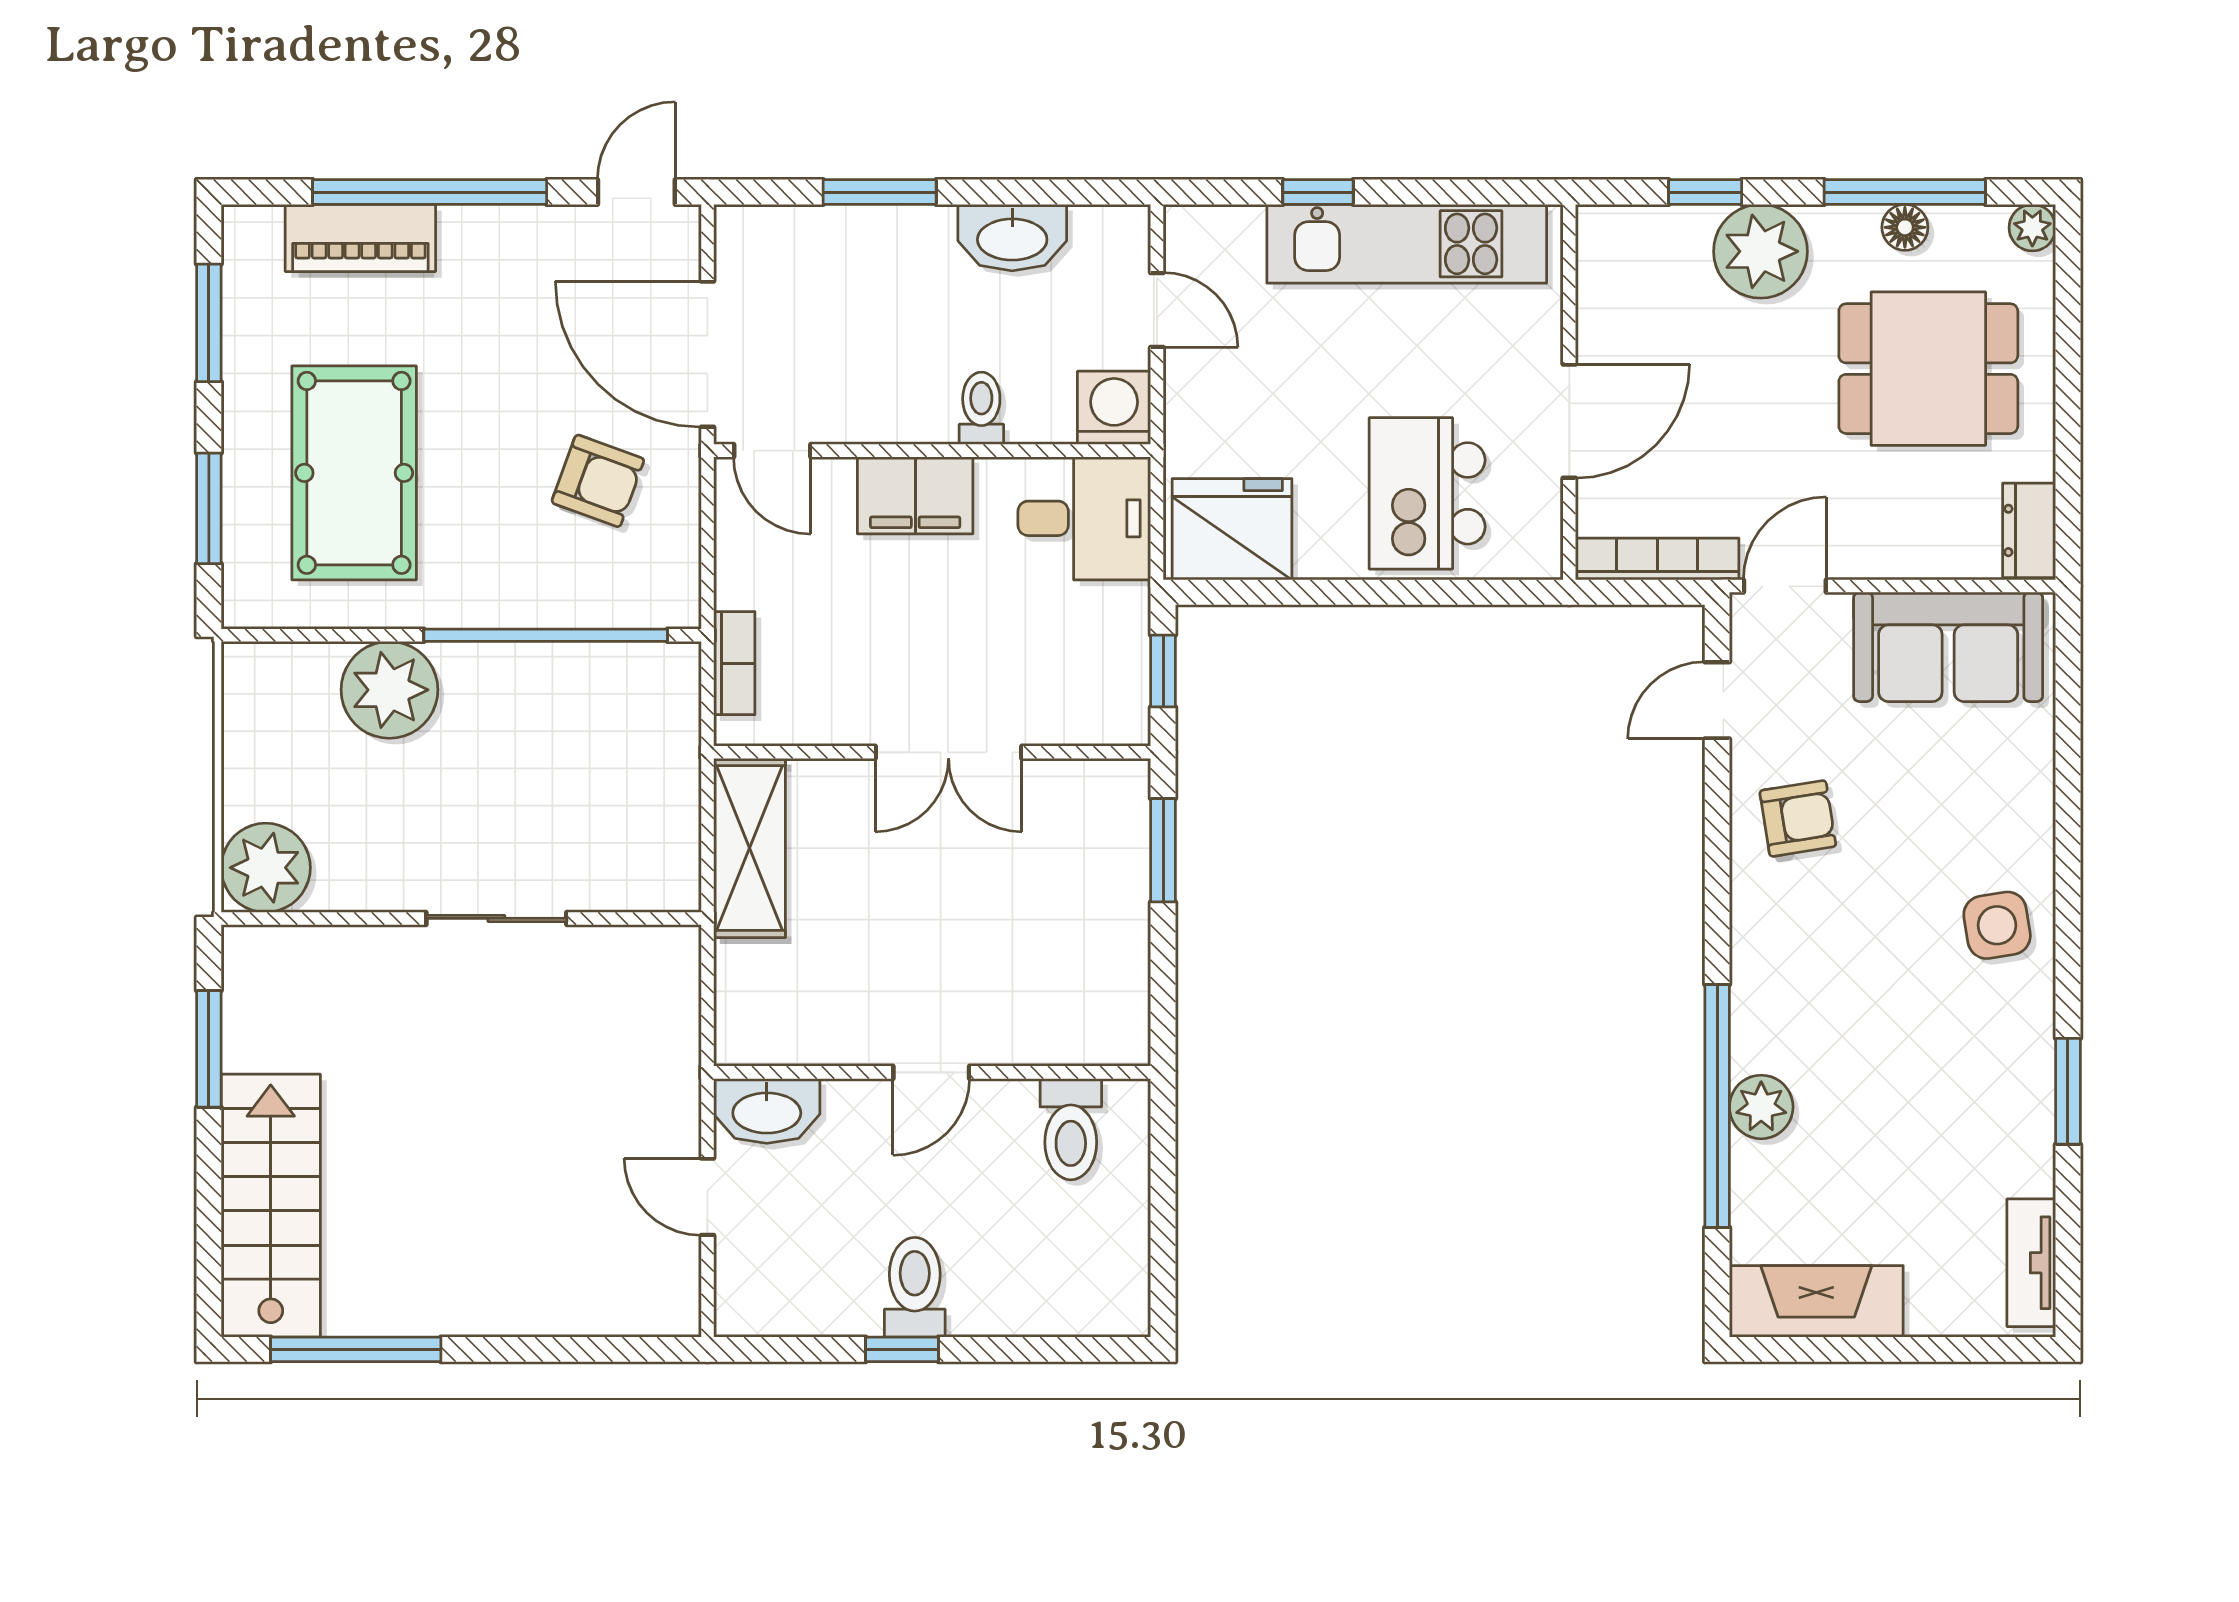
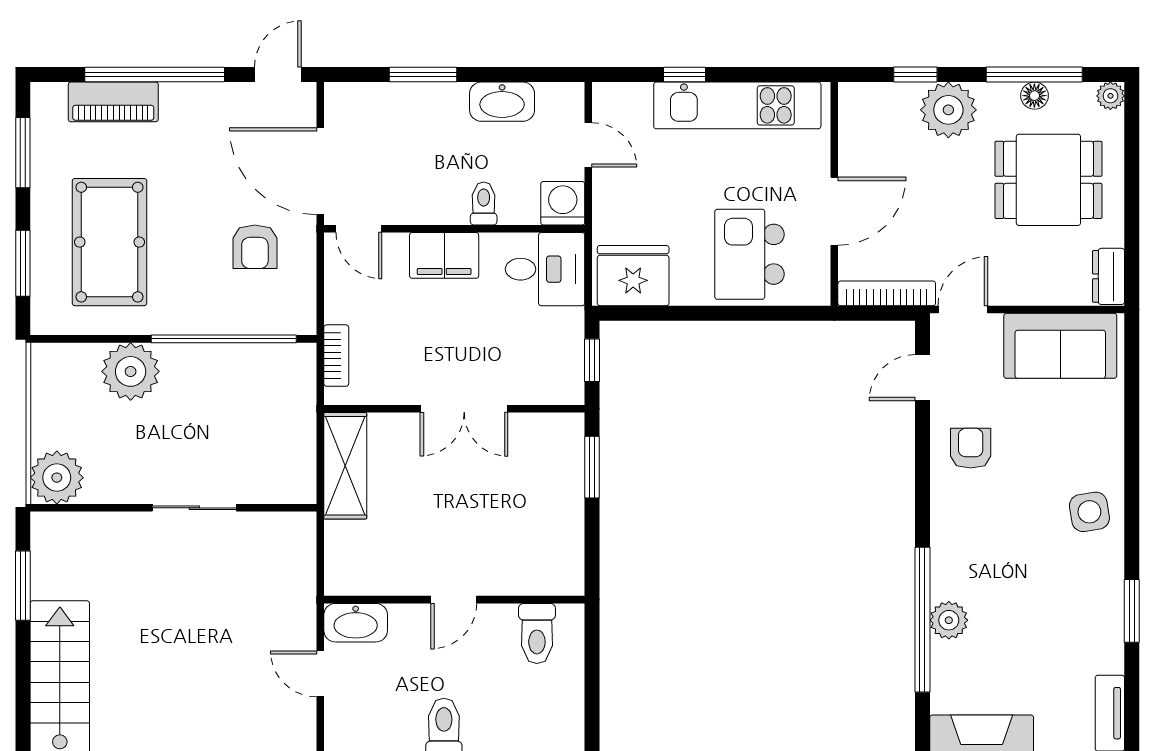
armchair: (598, 481) -> (255, 247), turned 70
armchair: (1798, 818) -> (971, 448), turned -81

